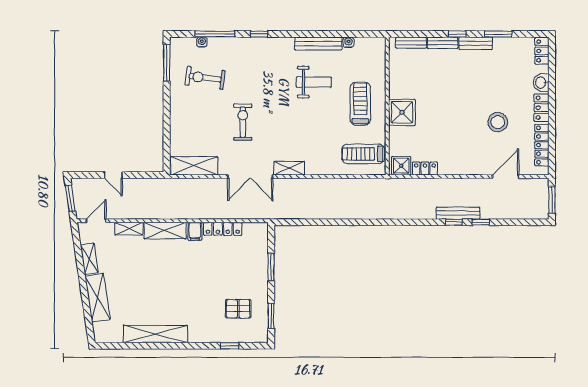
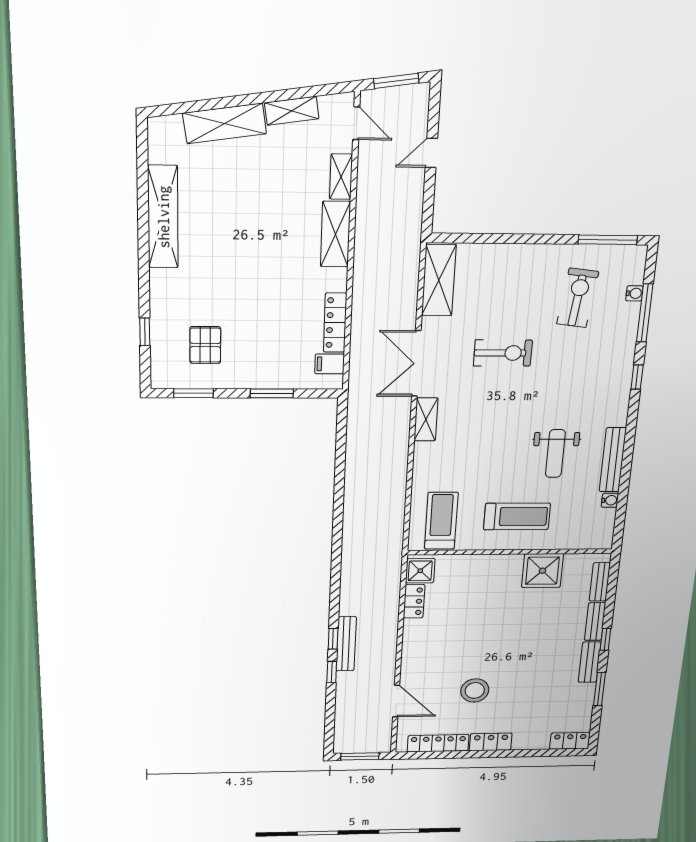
washbasin: (541, 83) -> (526, 741), removed
shower: (402, 112) -> (542, 571), moved
filing cabinet: (195, 231) -> (330, 364), moved

